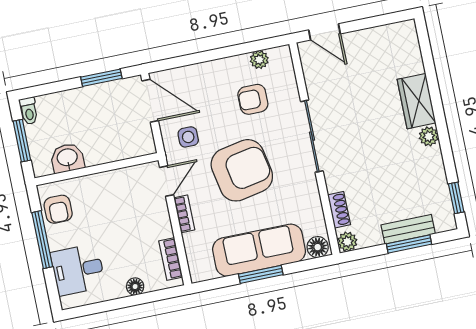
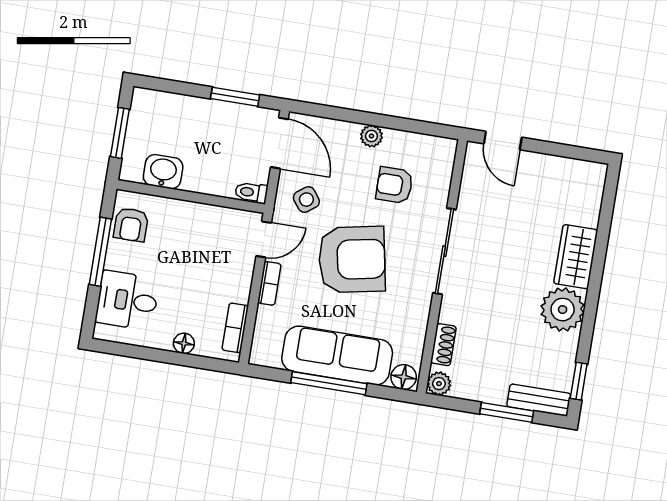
plant: (259, 60) -> (371, 136), moved
toilet: (29, 111) -> (251, 192), moved, turned 90
plant: (429, 136) -> (563, 310), width x1.87, depth x1.87
side table: (188, 137) -> (306, 200), turned -37
bench: (408, 229) -> (539, 400), moved
window: (261, 274) -> (329, 383), width x1.44

